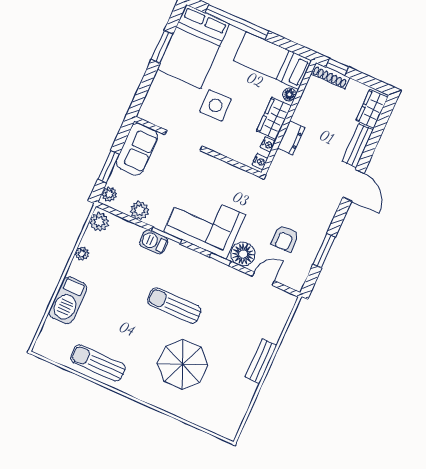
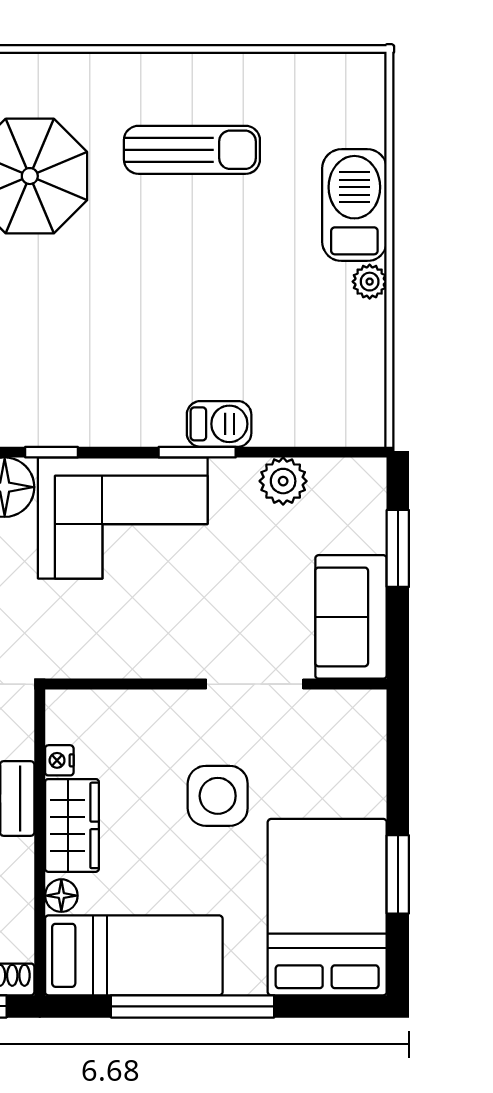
window: (237, 22) -> (193, 1006), moved
nightstand: (260, 161) -> (60, 714), removed
plant: (109, 194) -> (368, 487), removed
plant: (99, 222) -> (363, 414), removed
plant: (82, 254) -> (370, 282), moved
sun lounger: (174, 306) -> (108, 301), removed
sun lounger: (98, 363) -> (192, 150), moved

